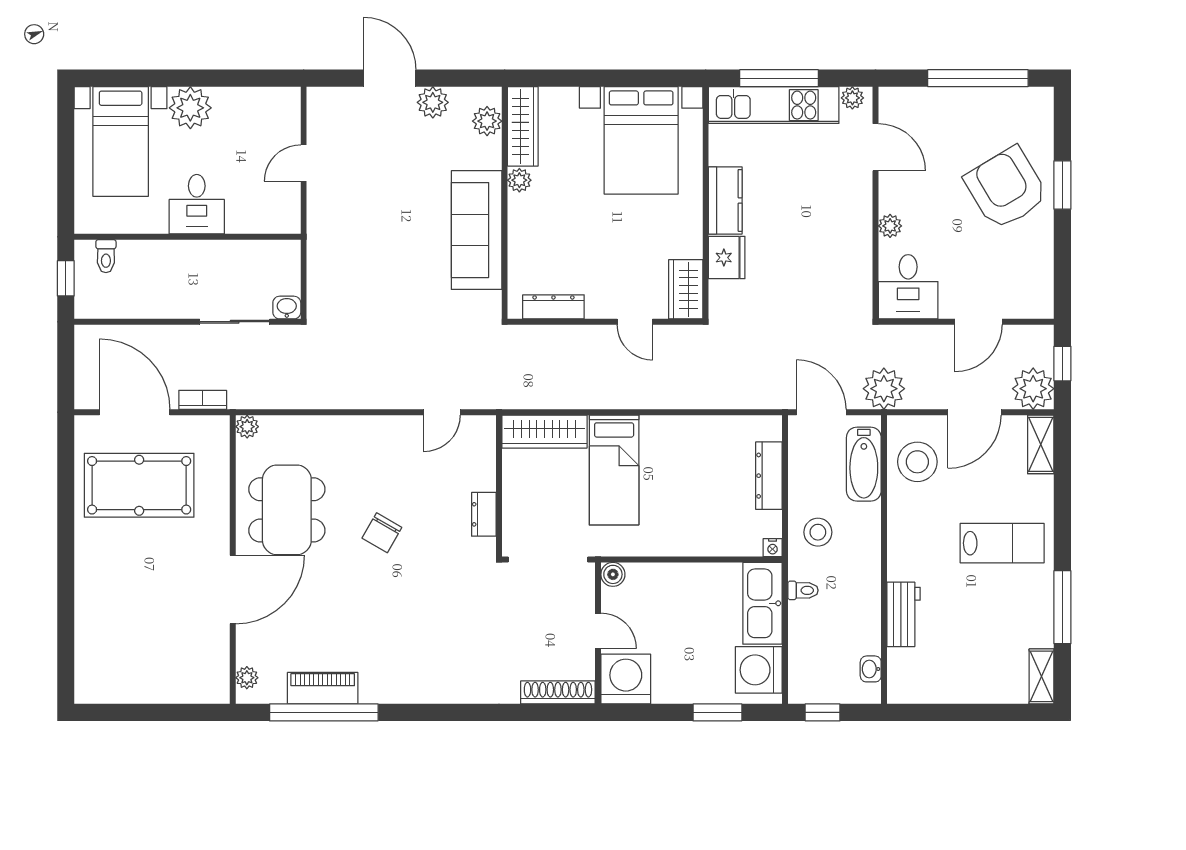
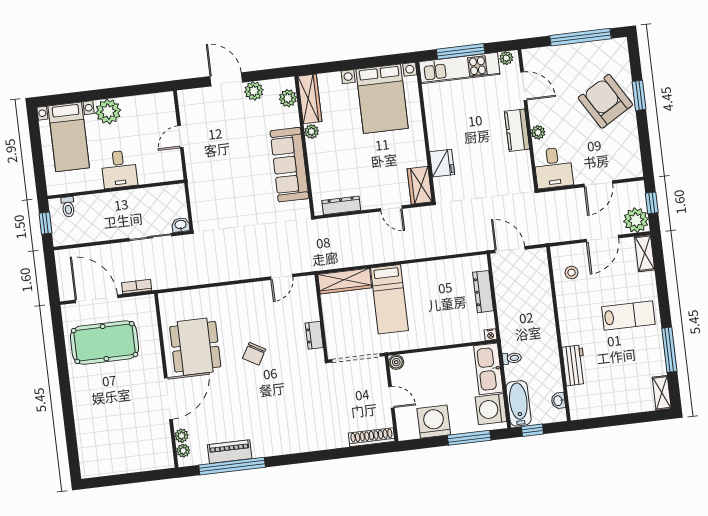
kitchen counter: (725, 200) -> (517, 130), moved, turned 180
plant: (884, 389) -> (546, 231), removed
plant: (247, 427) -> (182, 436), moved
stool: (917, 462) -> (572, 273), width x0.53, depth x0.53
bathtub: (864, 464) -> (519, 403), moved, turned 180
stool: (818, 532) -> (517, 322), removed
washing machine: (626, 679) -> (434, 422), moved
window: (717, 712) -> (469, 438), width x1.44

